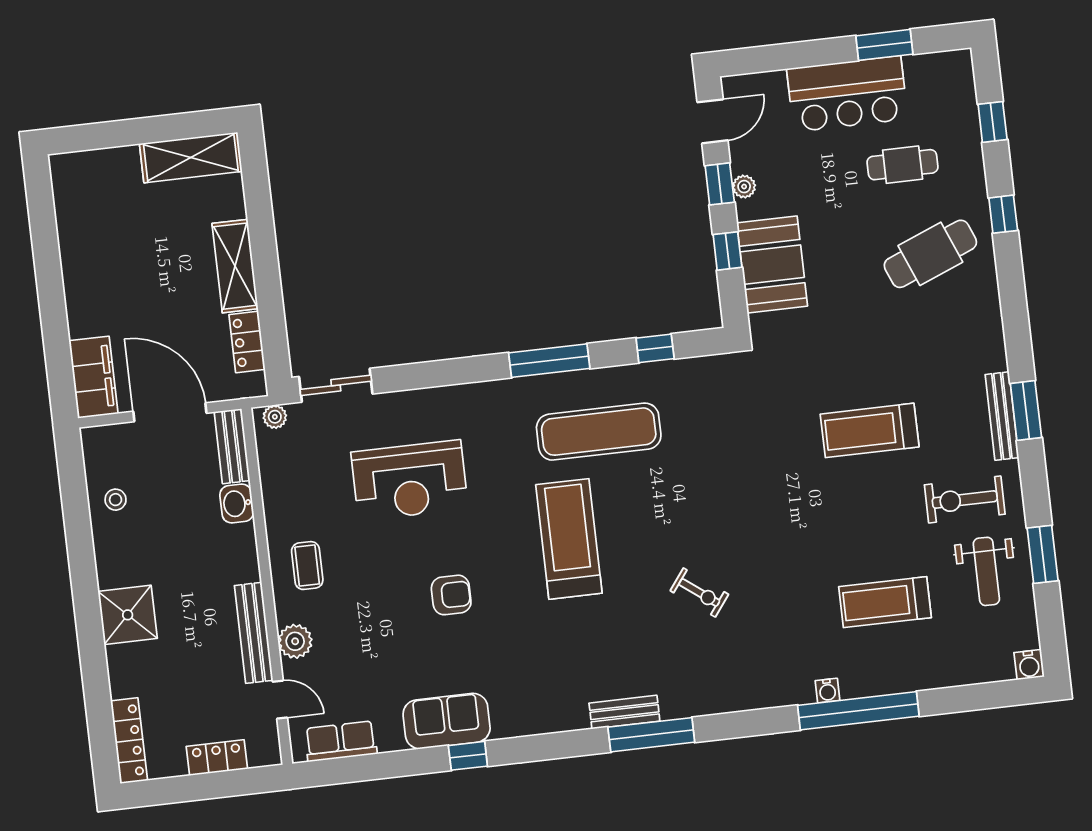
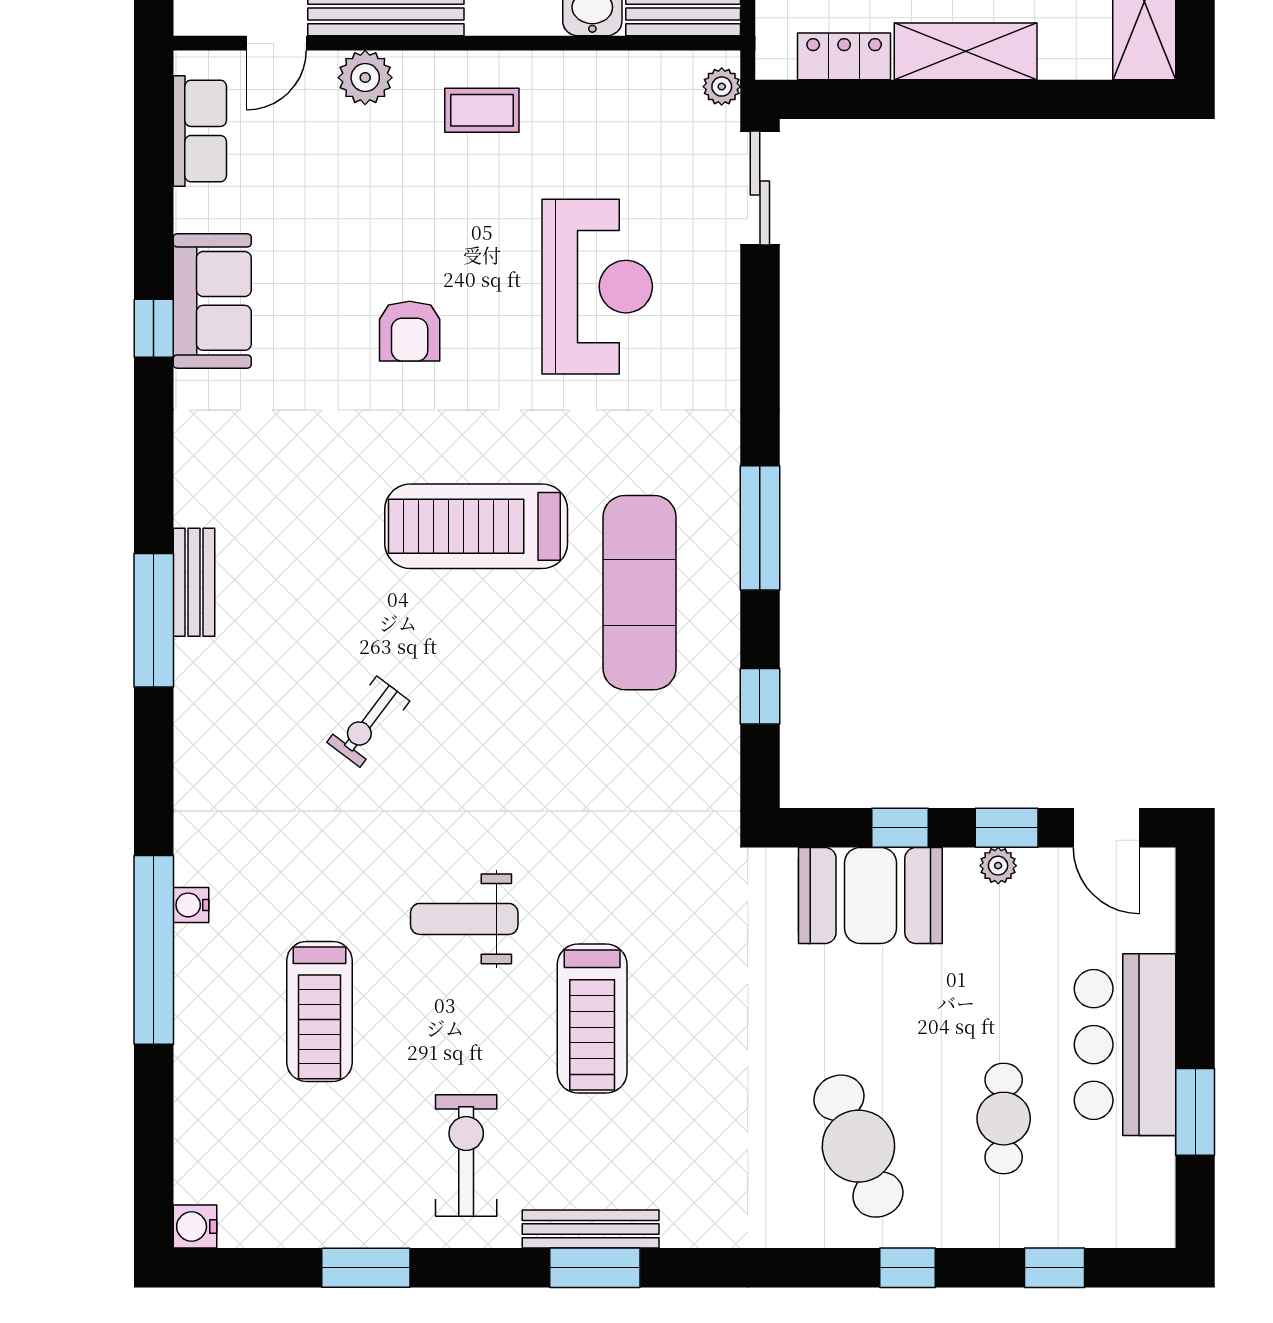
treadmill: (870, 430) -> (592, 1018), turned 180
reception desk: (410, 480) -> (597, 287), turned 180
treadmill: (569, 539) -> (476, 526), turned 180
weight bench: (986, 571) -> (464, 919), moved
treadmill: (885, 602) -> (320, 1011), turned 180

